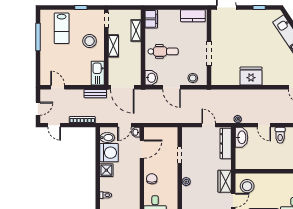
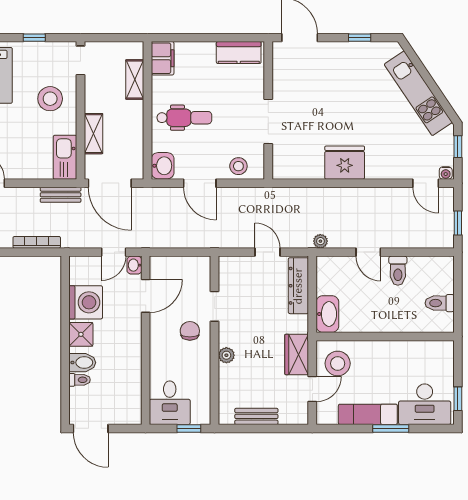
shelving: (113, 46) -> (93, 134), moved
washbasin: (241, 137) -> (327, 314), moved
bidet: (107, 138) -> (82, 363), moved
chair: (152, 179) -> (190, 331), moved

